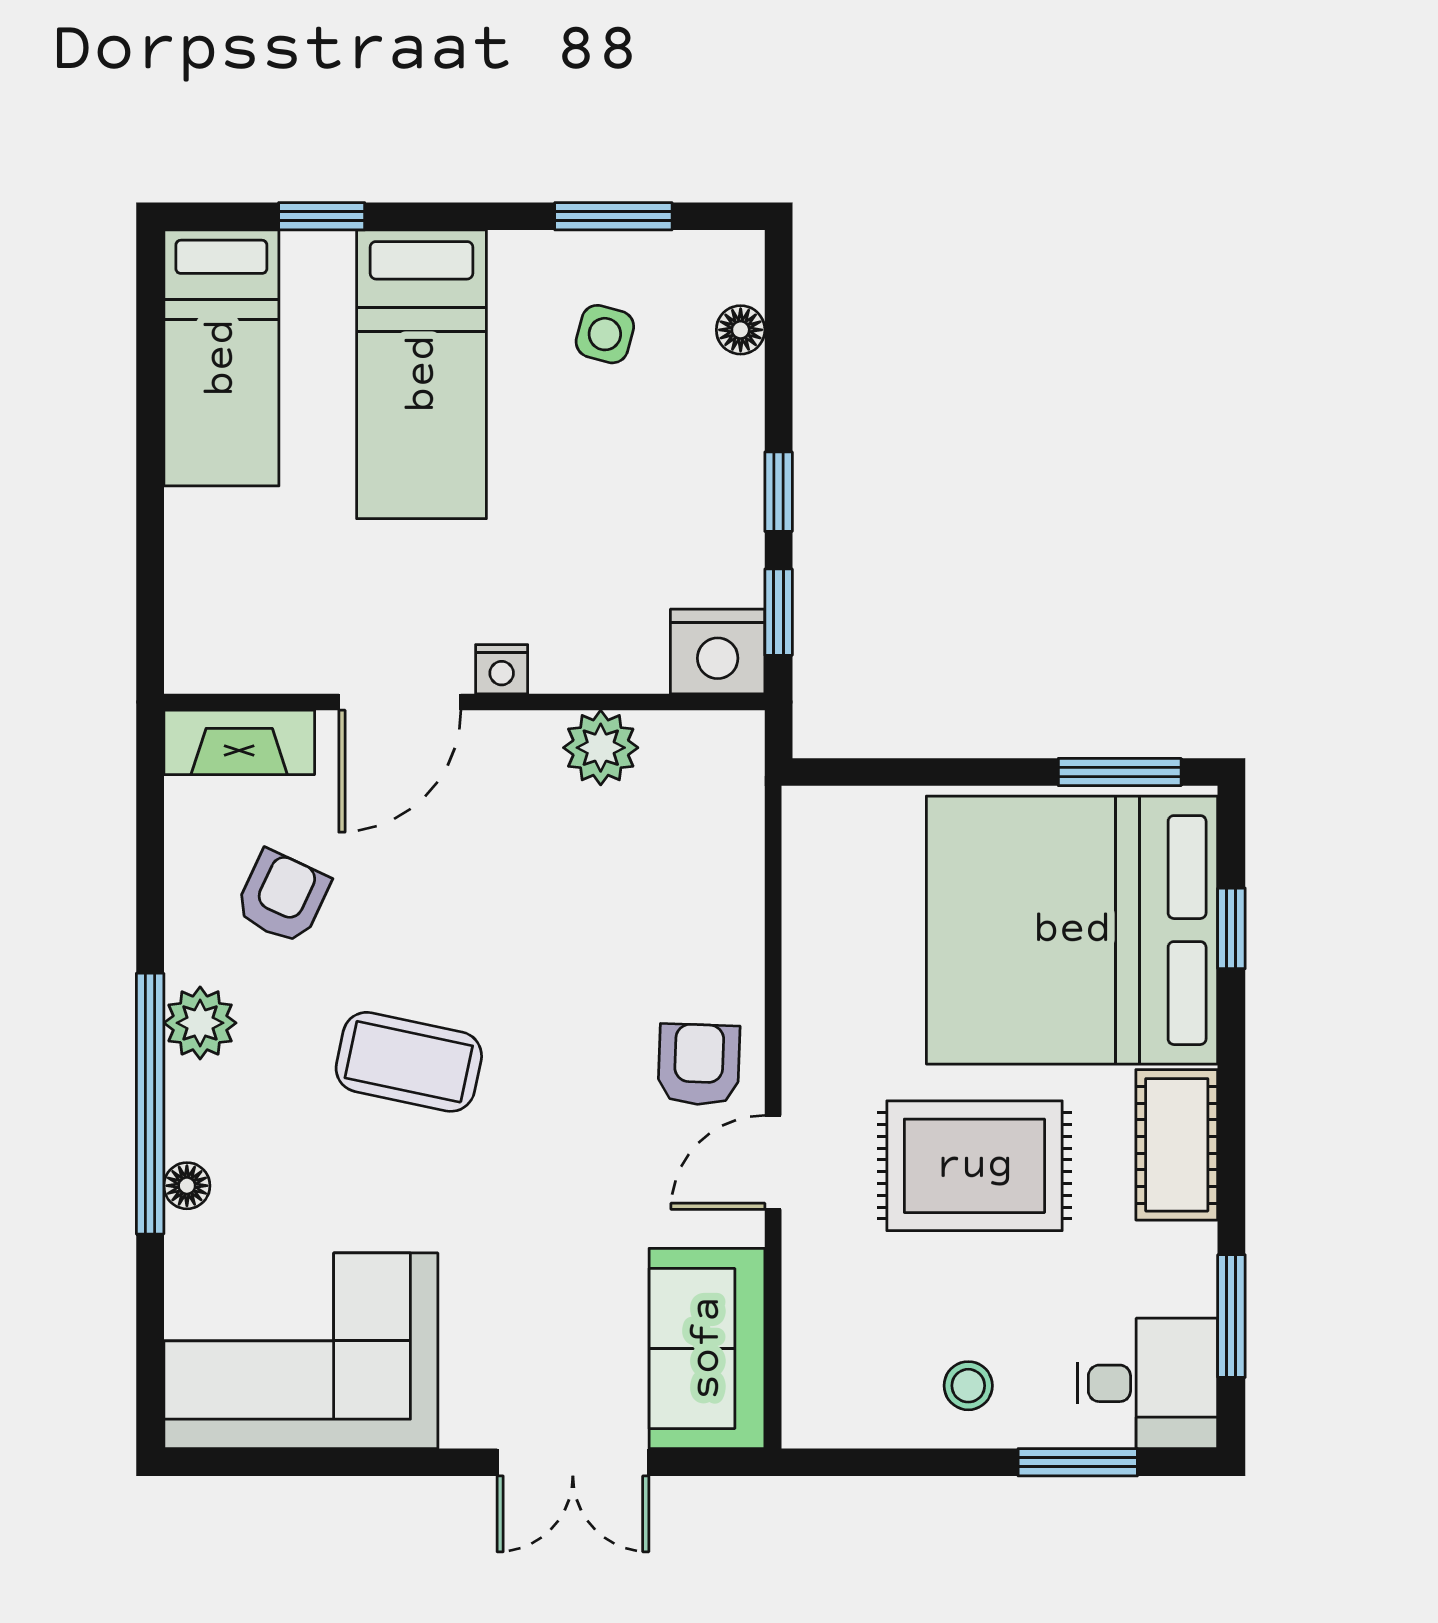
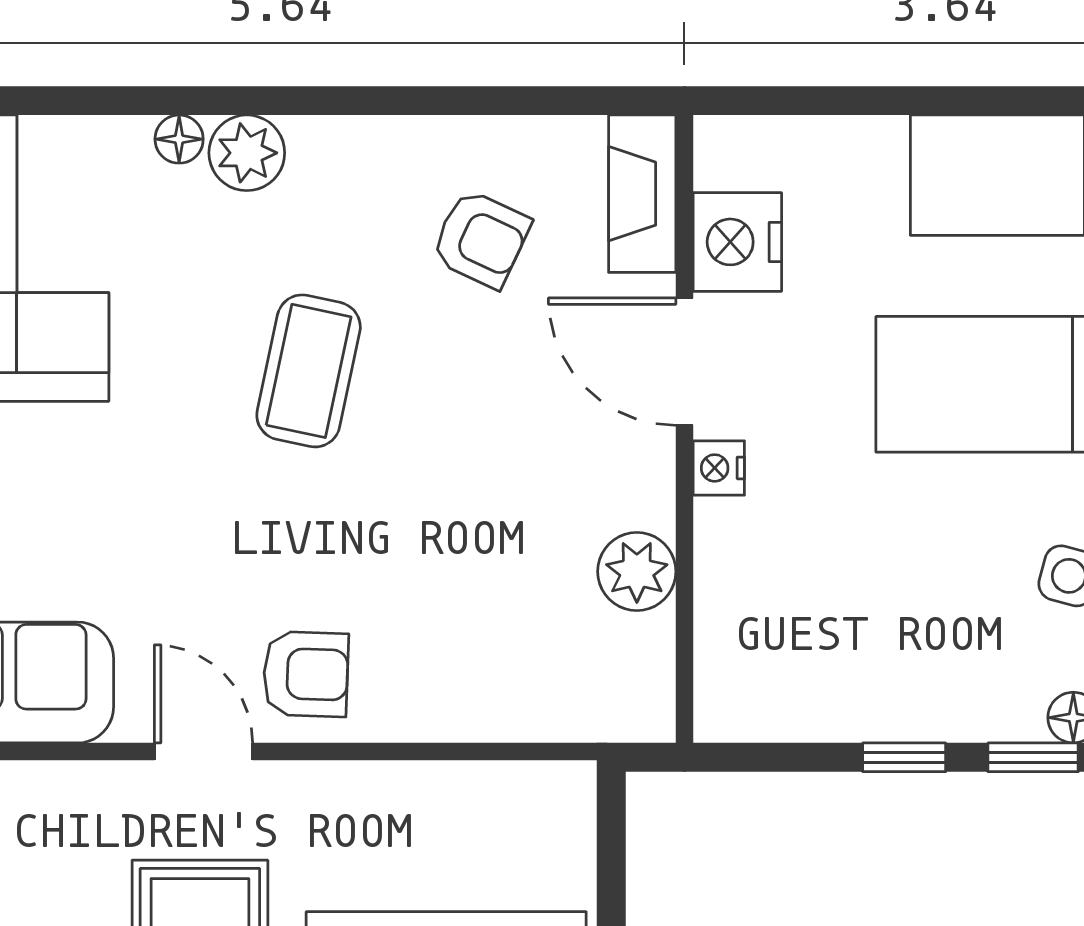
window: (779, 612) -> (1033, 757), moved
nightstand: (718, 651) -> (737, 242), moved
plant: (200, 1023) -> (247, 153), moved
window: (150, 1104) -> (265, 101), removed

